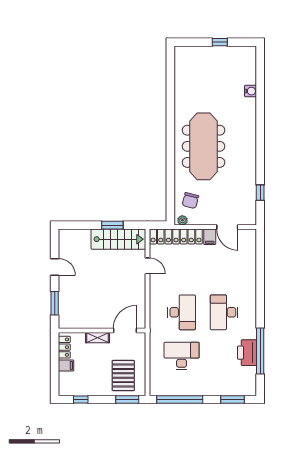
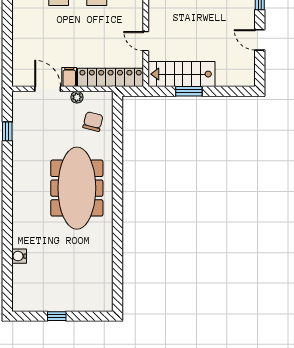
plant: (182, 220) -> (77, 97), moved

